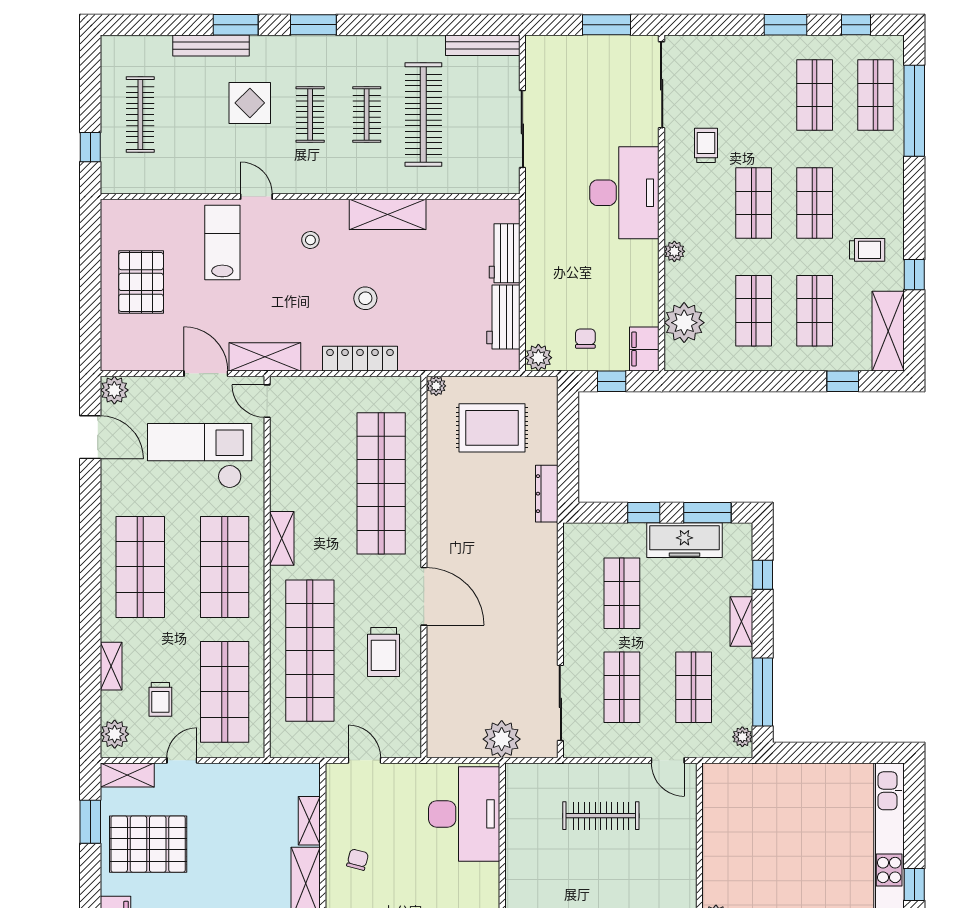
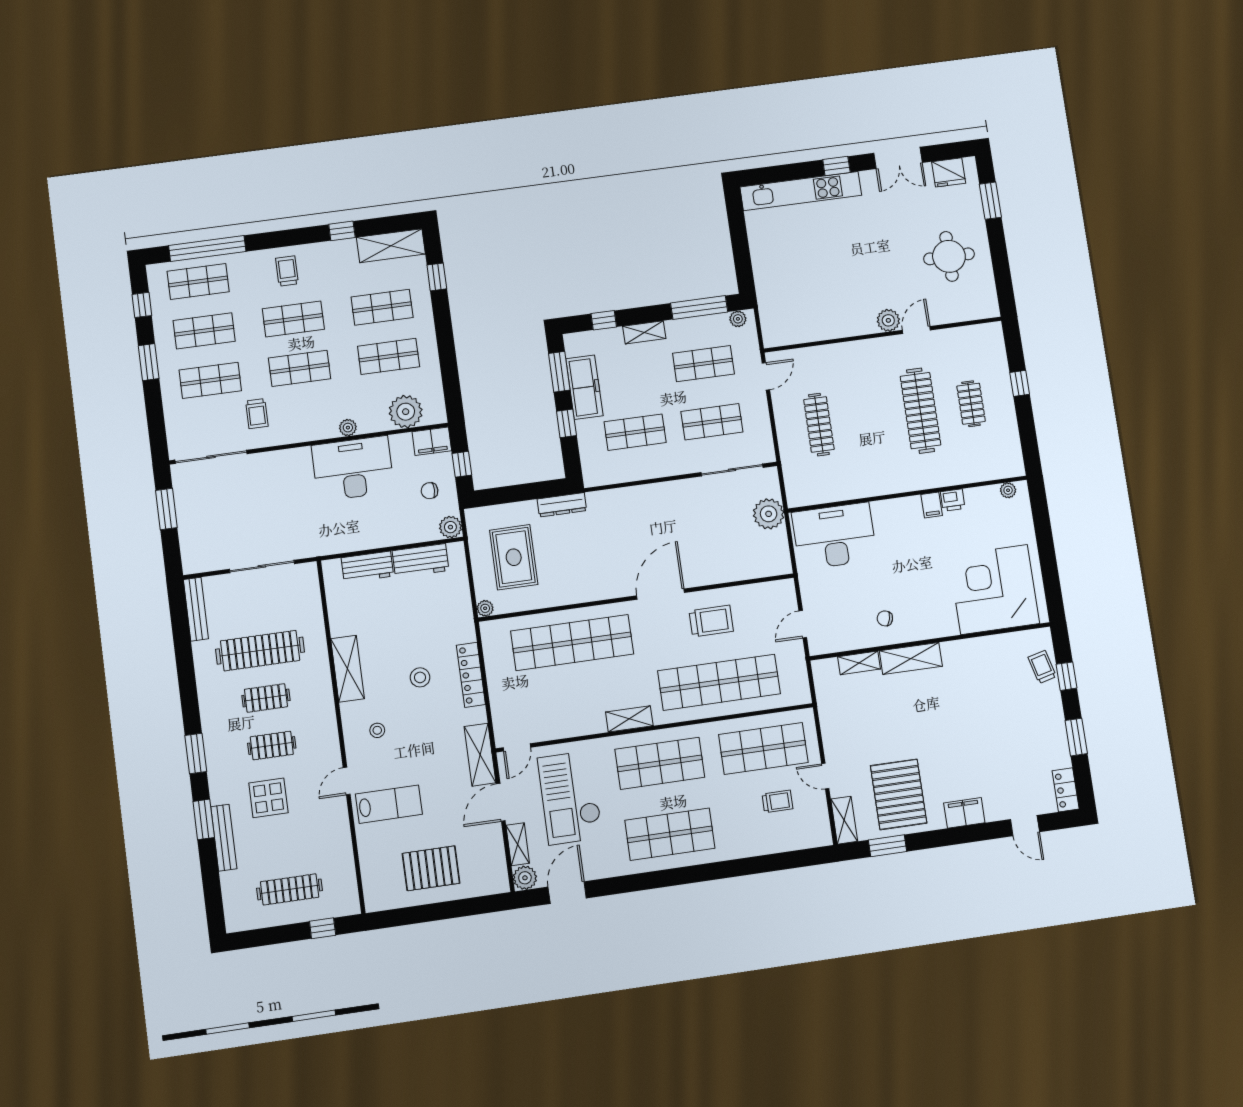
shop shelf: (754, 95) -> (210, 380), added
trolley: (706, 145) -> (257, 414), turned -90
desk: (624, 193) -> (353, 469), moved
lab bench: (222, 242) -> (389, 804), turned 180
trolley: (867, 250) -> (287, 271), moved
shelving: (111, 666) -> (518, 844), moved, turned 90
plant: (115, 734) -> (812, 836), removed

